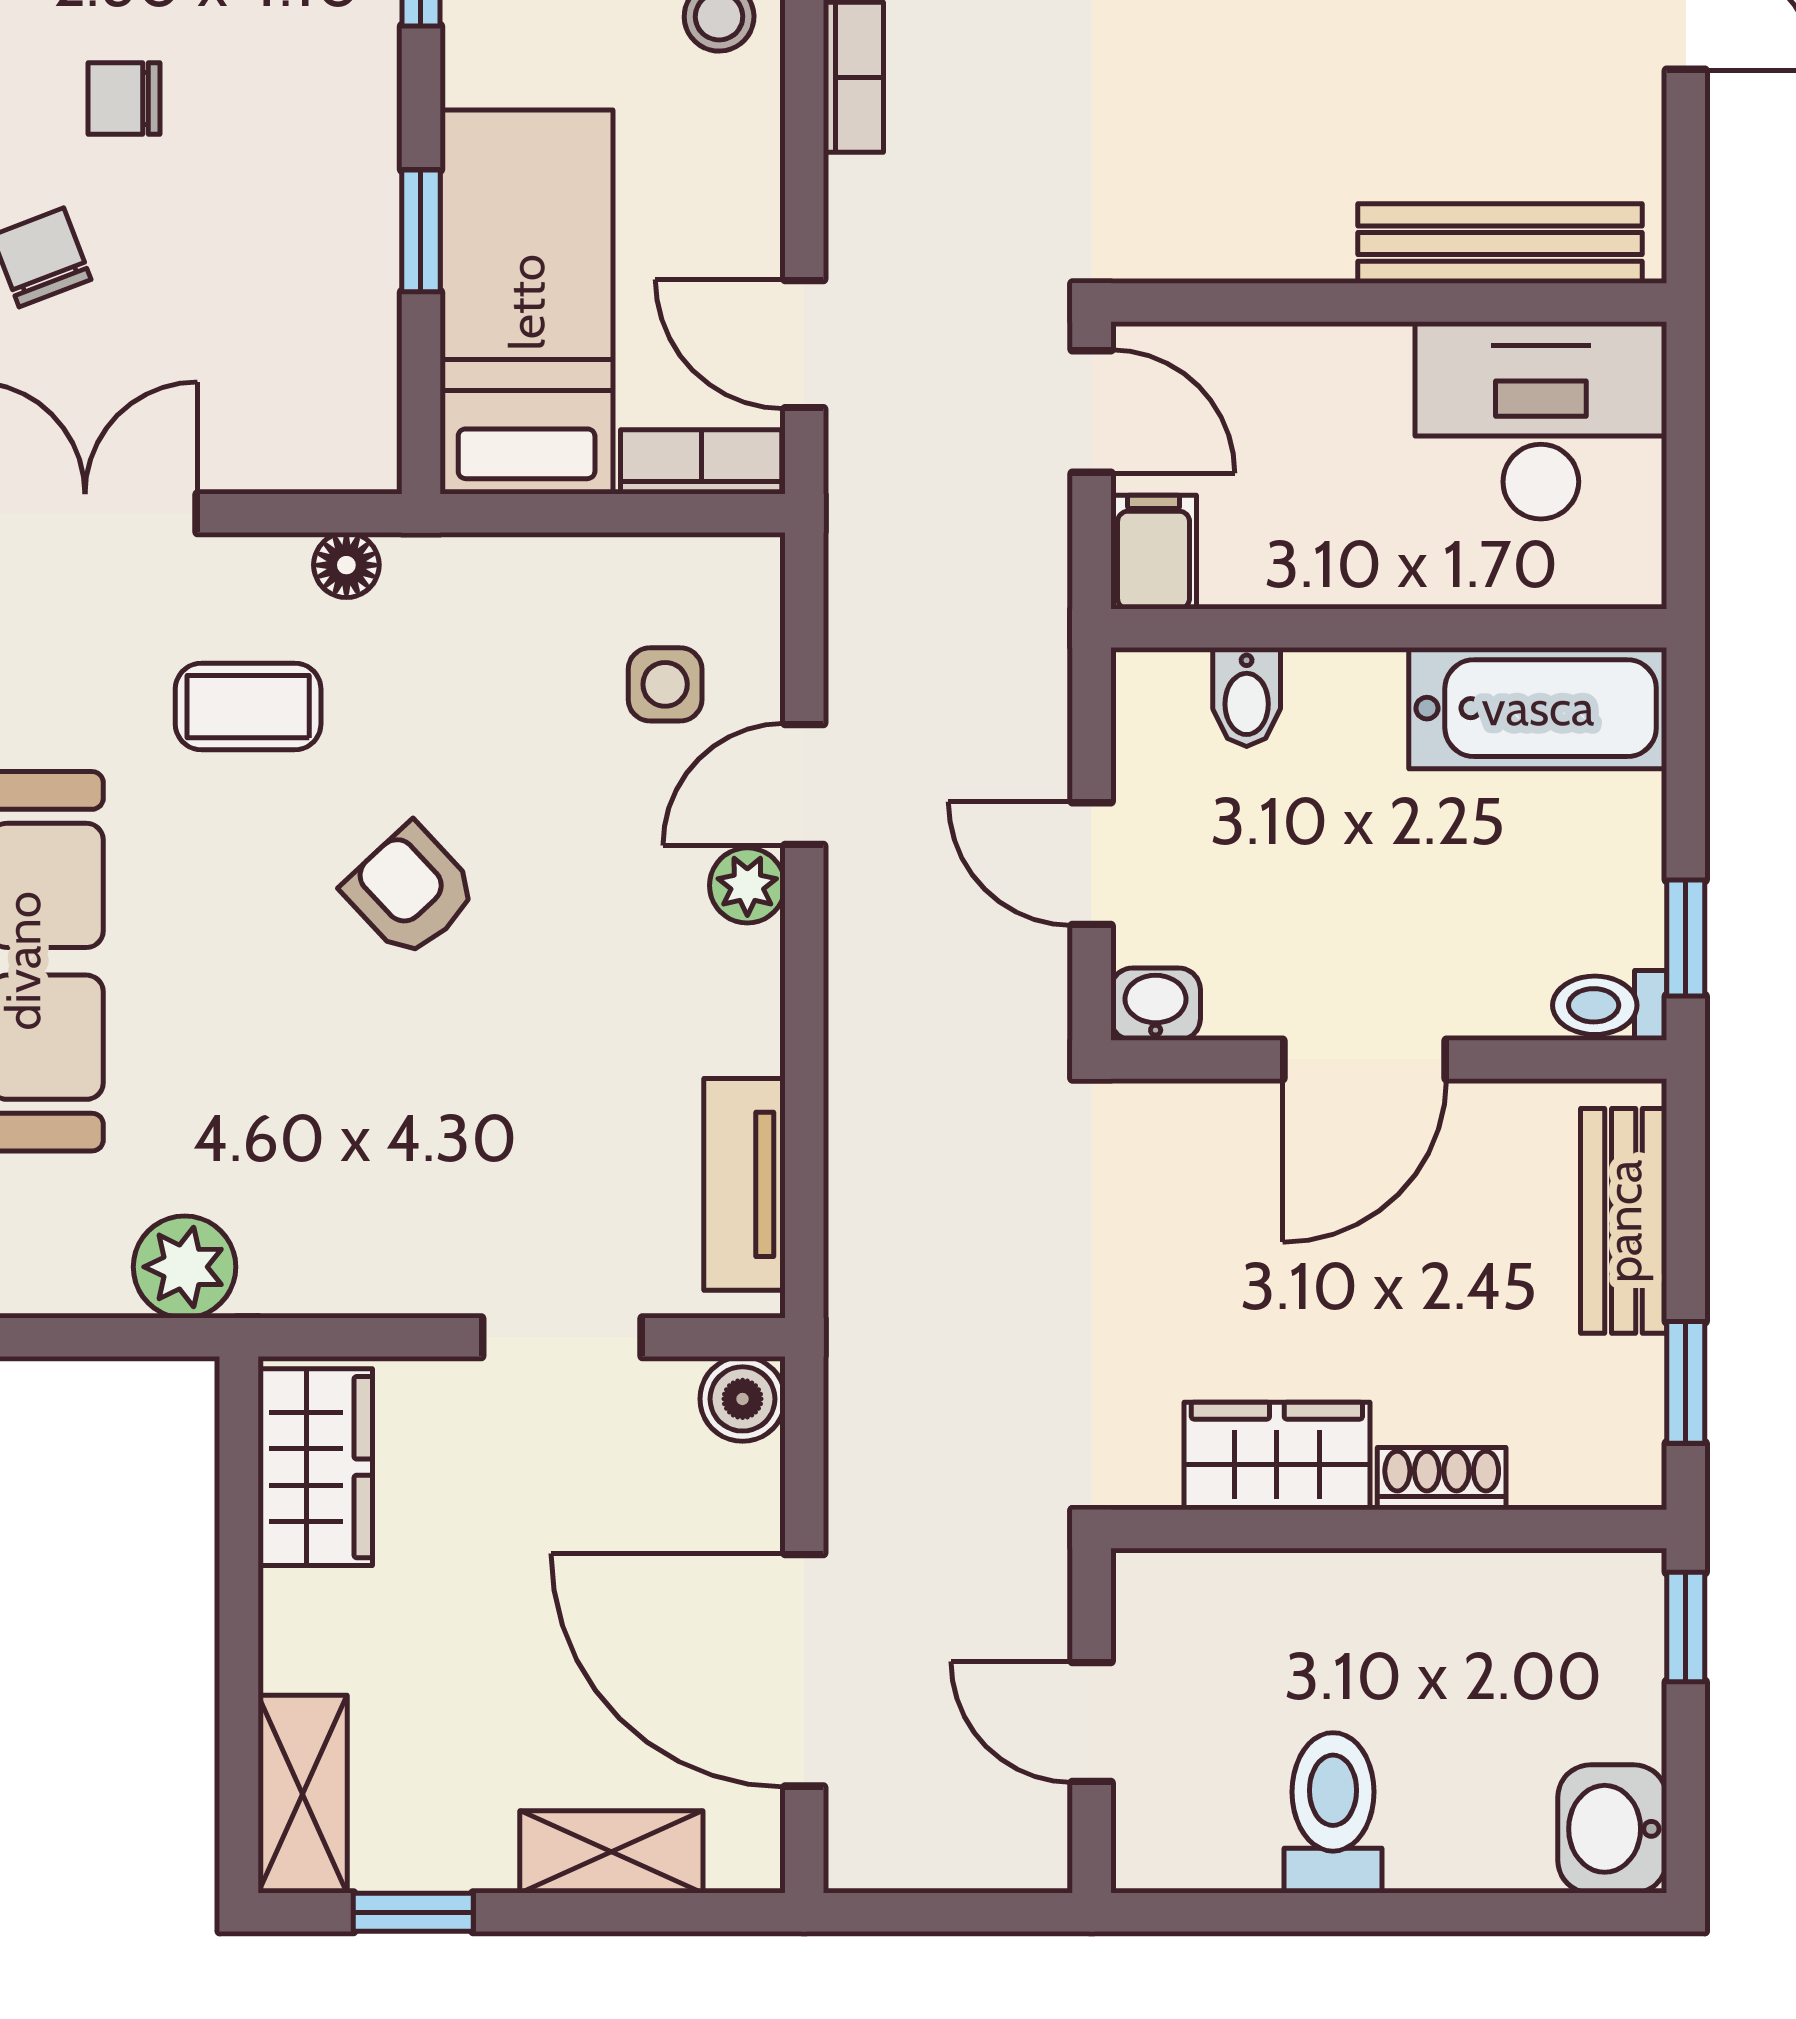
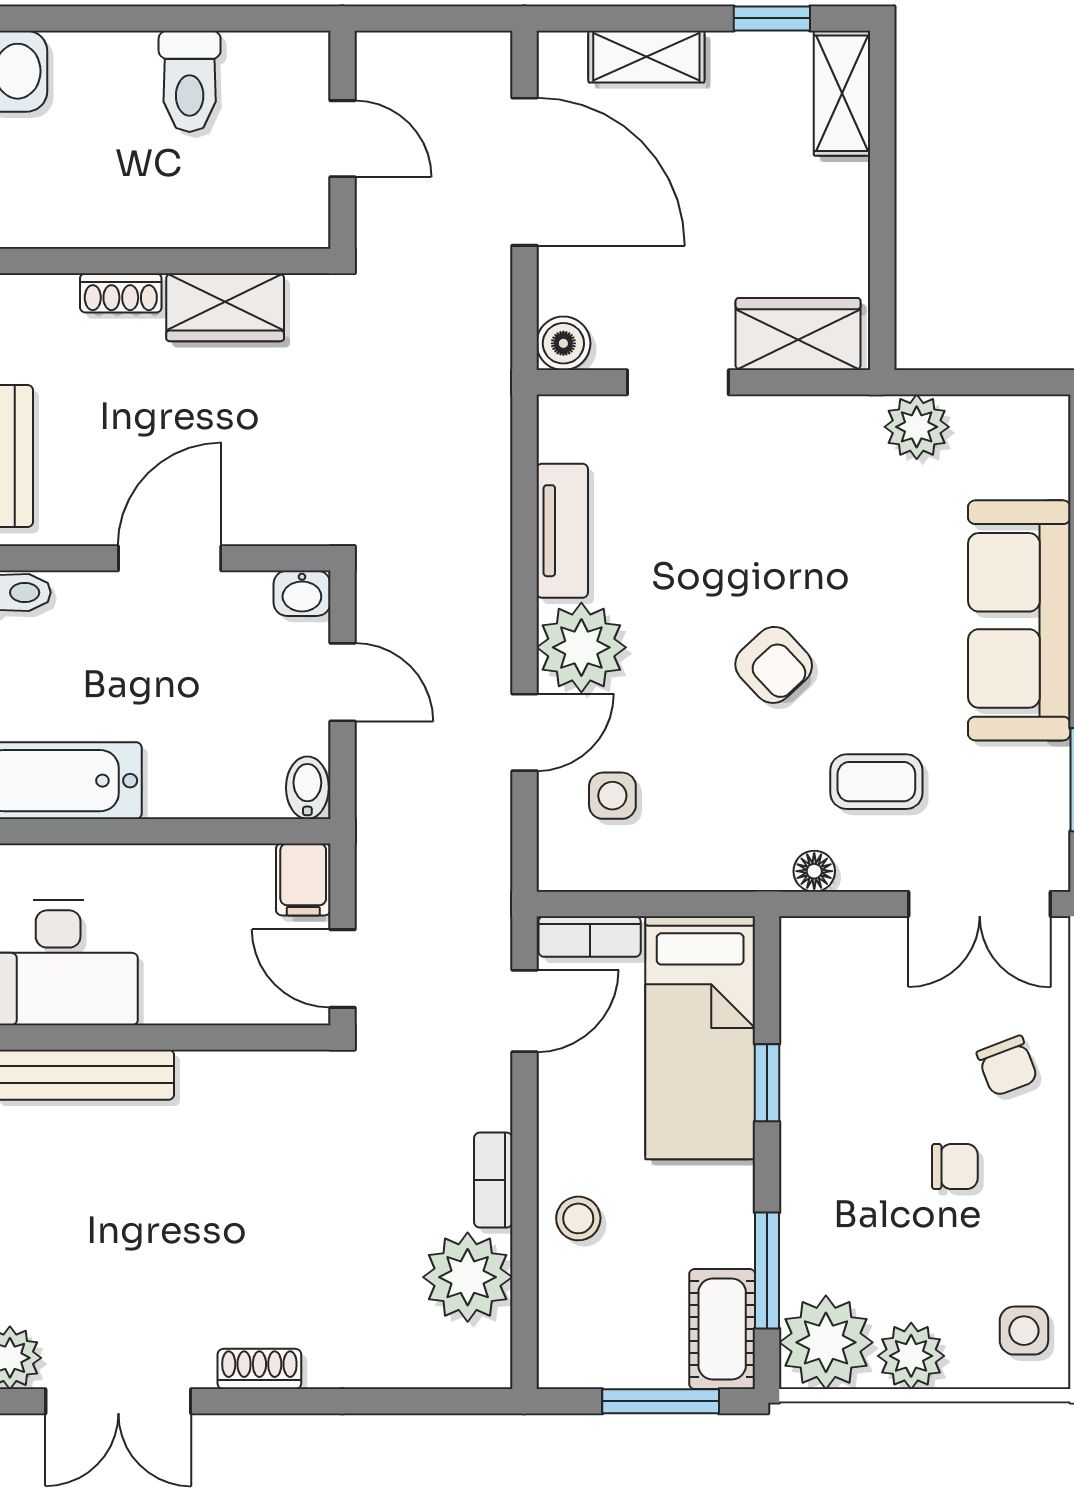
door: (804, 344) -> (524, 1011), hinge flipped
bidet: (1247, 697) -> (307, 788), moved
plant: (747, 885) -> (581, 647), width x1.87, depth x1.87
tv unit: (744, 1184) -> (562, 531), moved
wardrobe: (315, 1467) -> (798, 334), moved, turned 90

